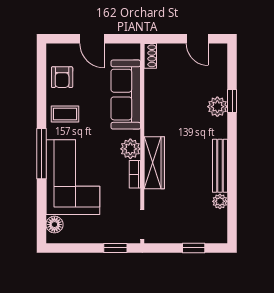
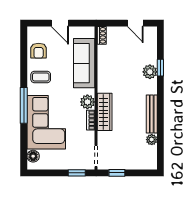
window: (194, 248) -> (117, 173), moved

